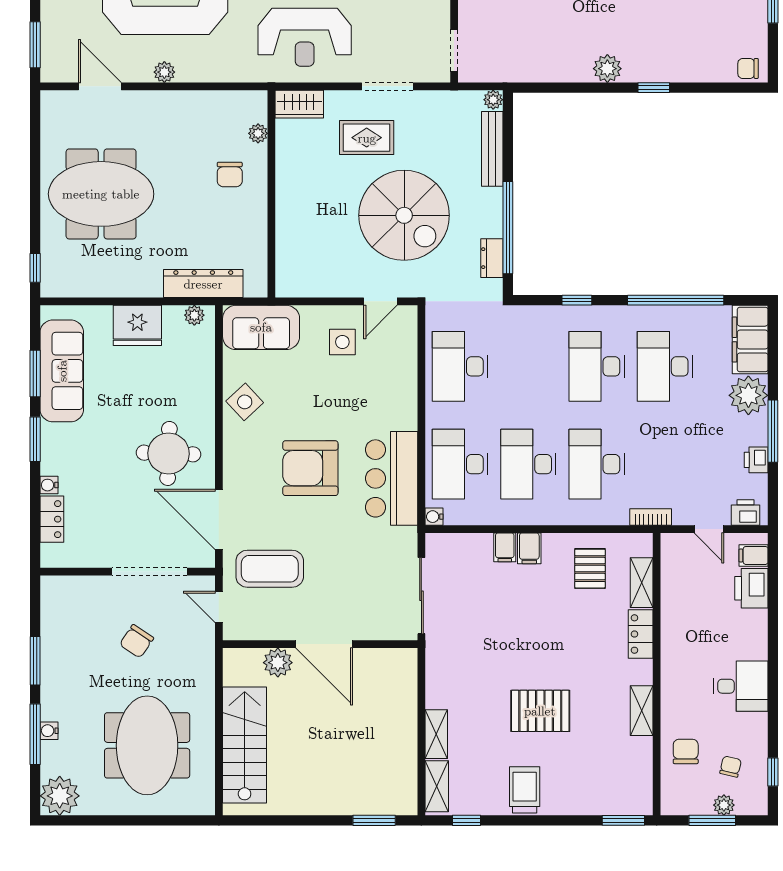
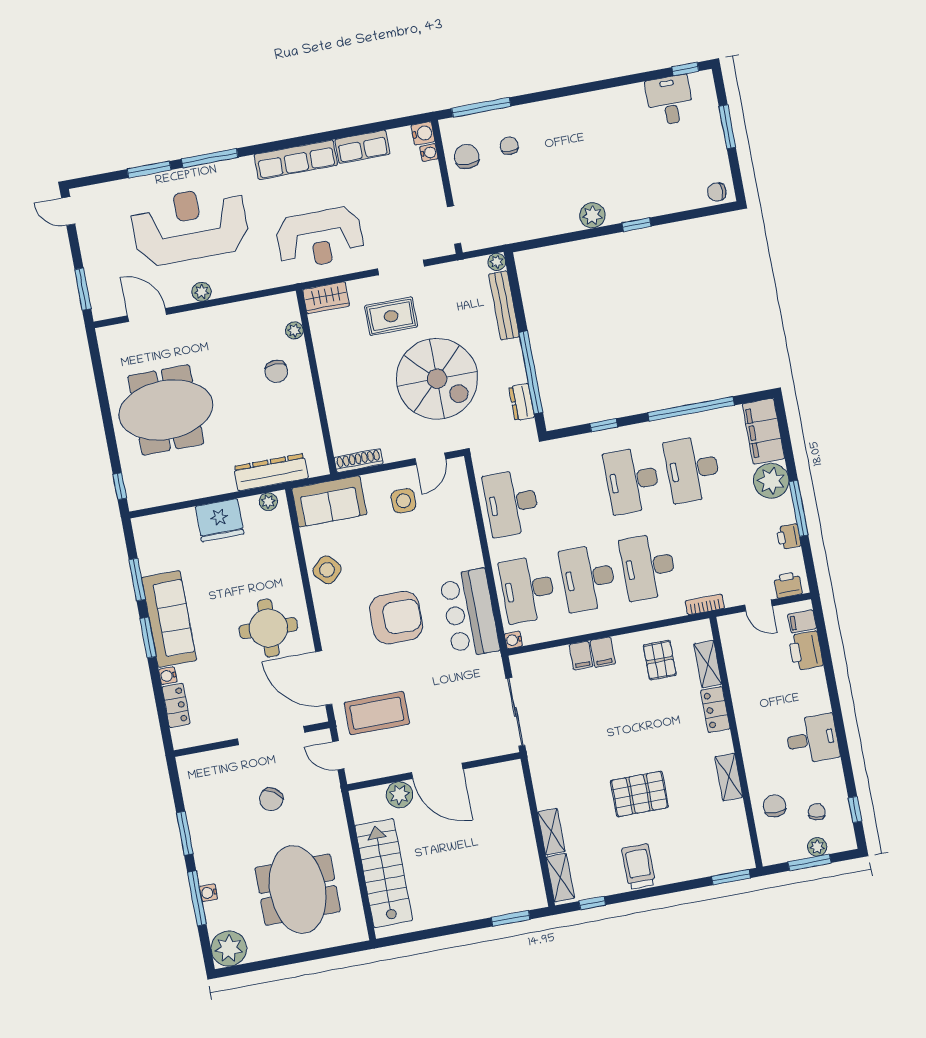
shoe rack: (301, 289) -> (359, 461), added
sofa: (62, 371) -> (169, 619), moved
armchair: (310, 468) -> (396, 618), turned 180

